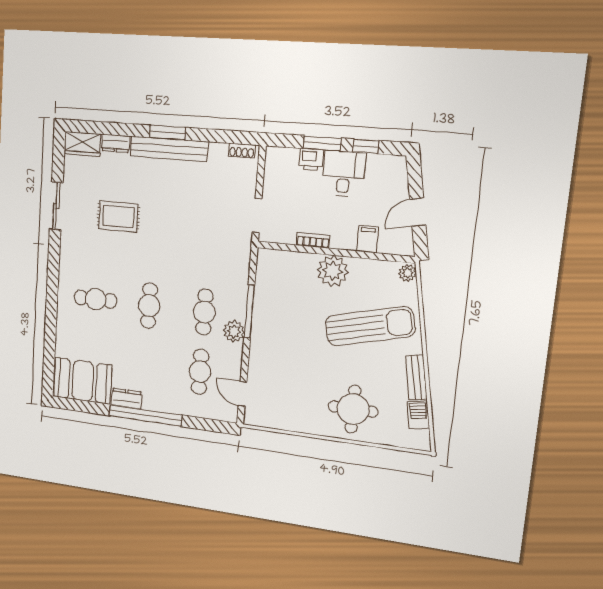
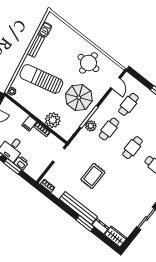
window: (167, 133) -> (85, 224), moved
rug: (118, 216) -> (93, 176), moved, turned 90
filing cabinet: (367, 239) -> (29, 123), moved
plant: (333, 271) -> (53, 120), moved
plant: (234, 331) -> (91, 126), moved
parasol: (286, 334) -> (79, 98), added
round table: (353, 409) -> (88, 63), moved

